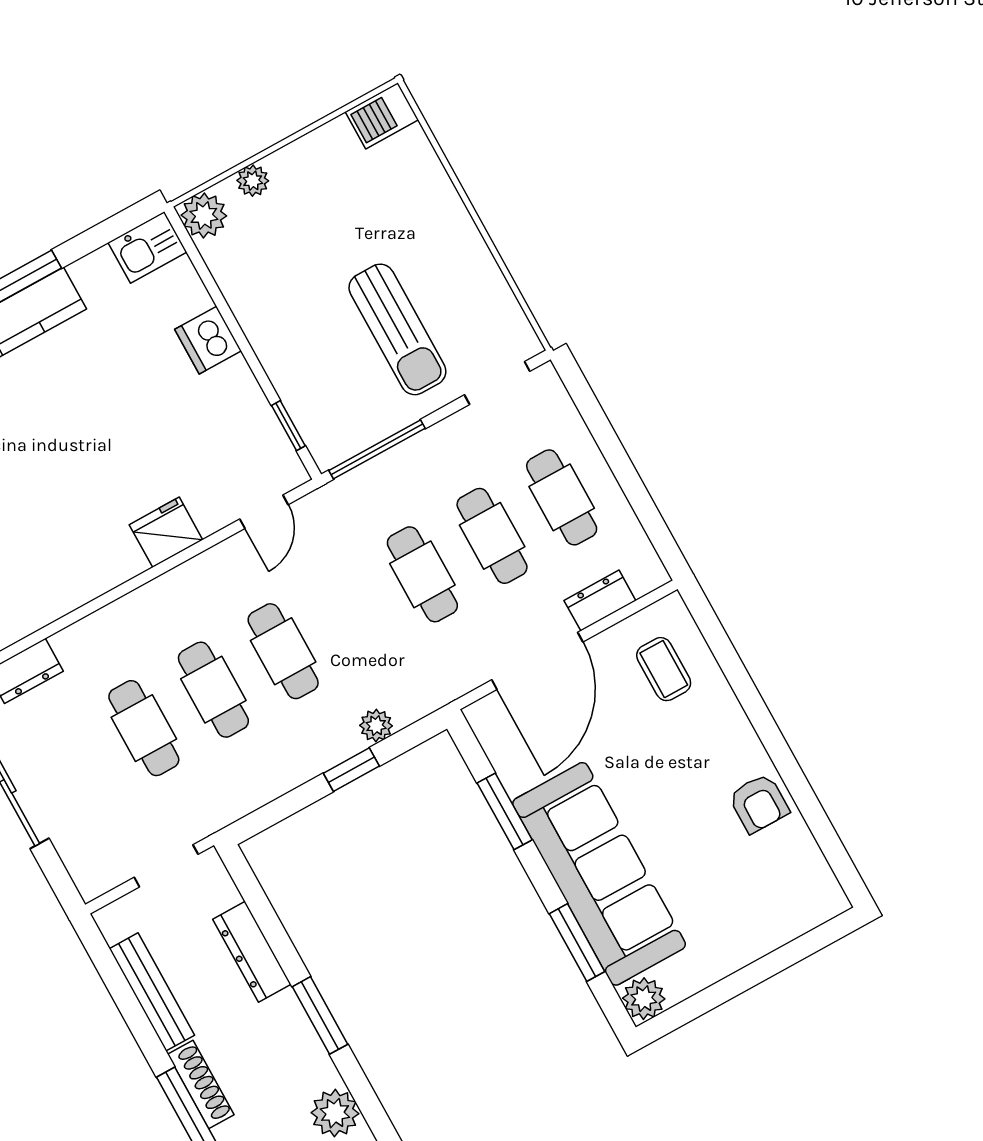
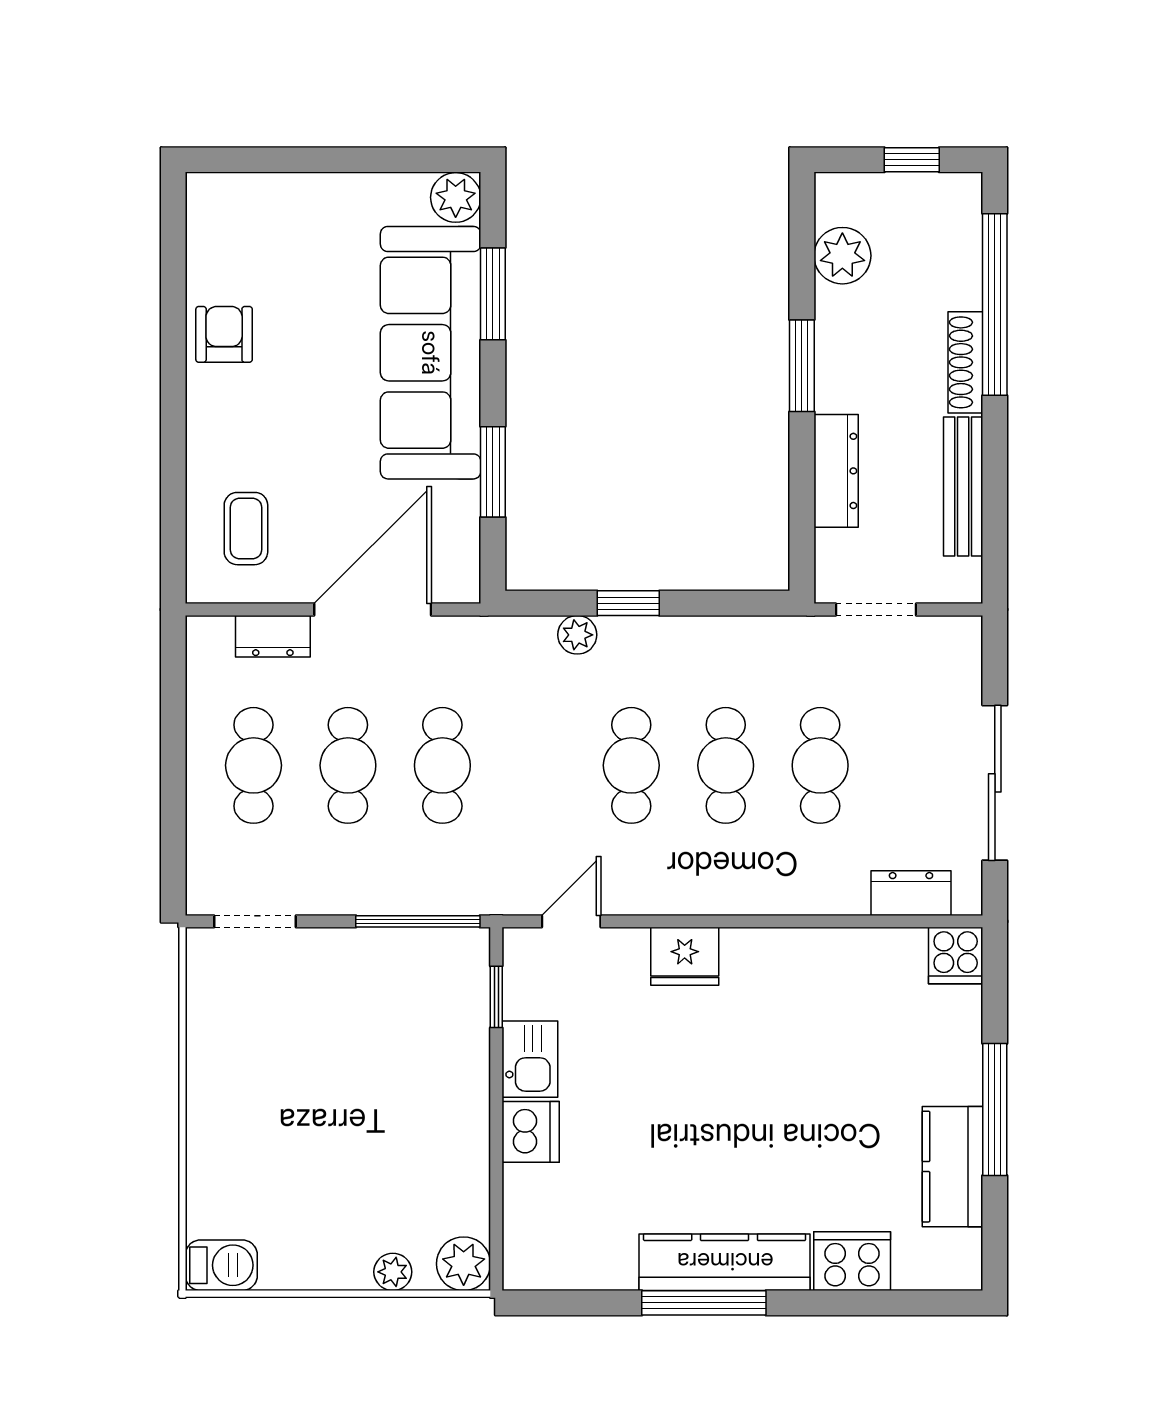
kitchen sink: (148, 247) -> (530, 1059), moved, turned 90
sun lounger: (397, 329) -> (328, 1034), removed

